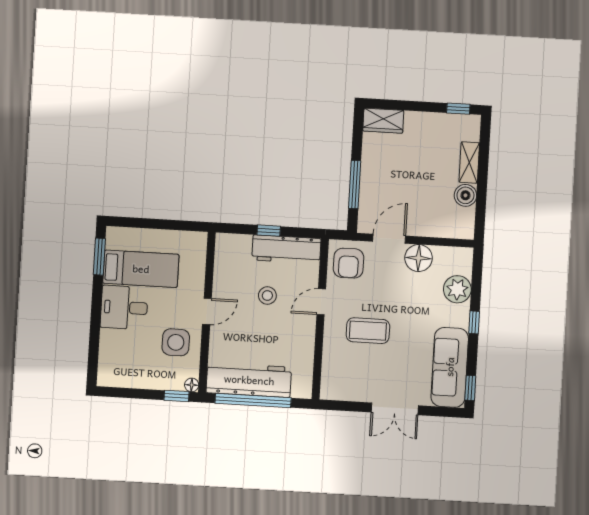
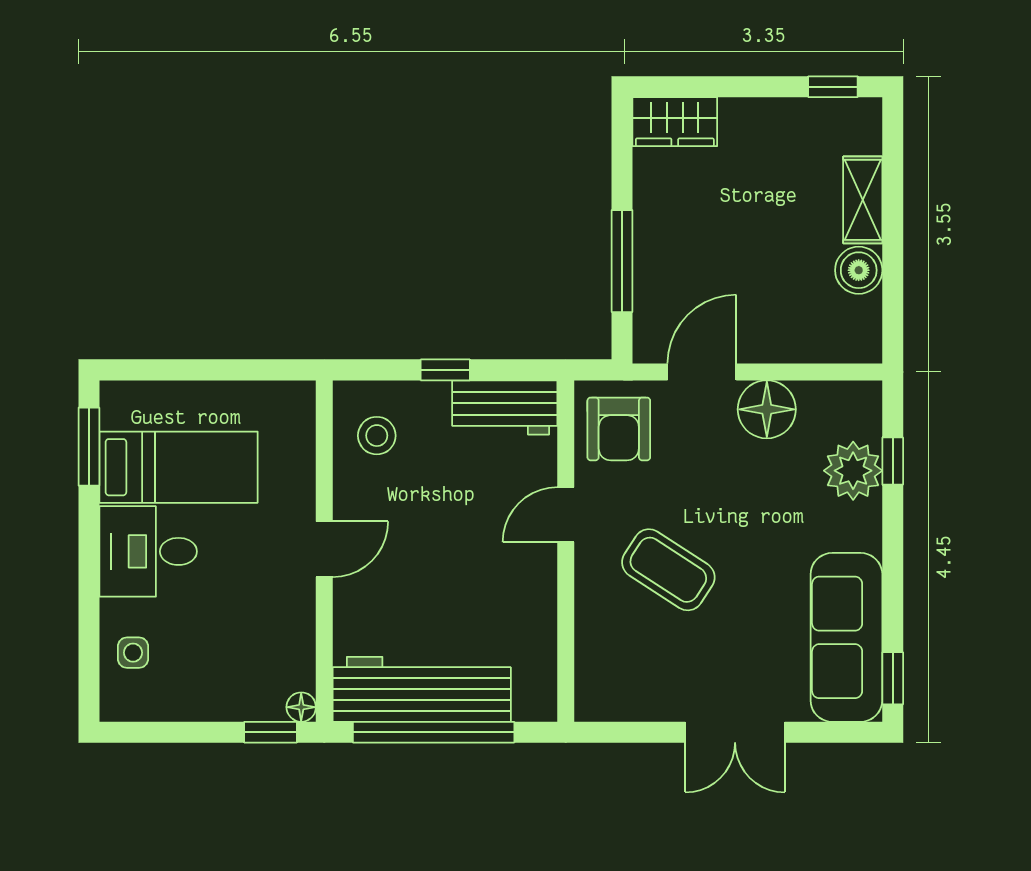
workbench: (286, 249) -> (505, 407), width x0.73
stool: (267, 296) -> (377, 436), moved
window: (474, 322) -> (893, 461), moved
coffee table: (368, 331) -> (668, 570), turned 33
side table: (176, 342) -> (133, 653), moved, width x0.54, depth x0.54

